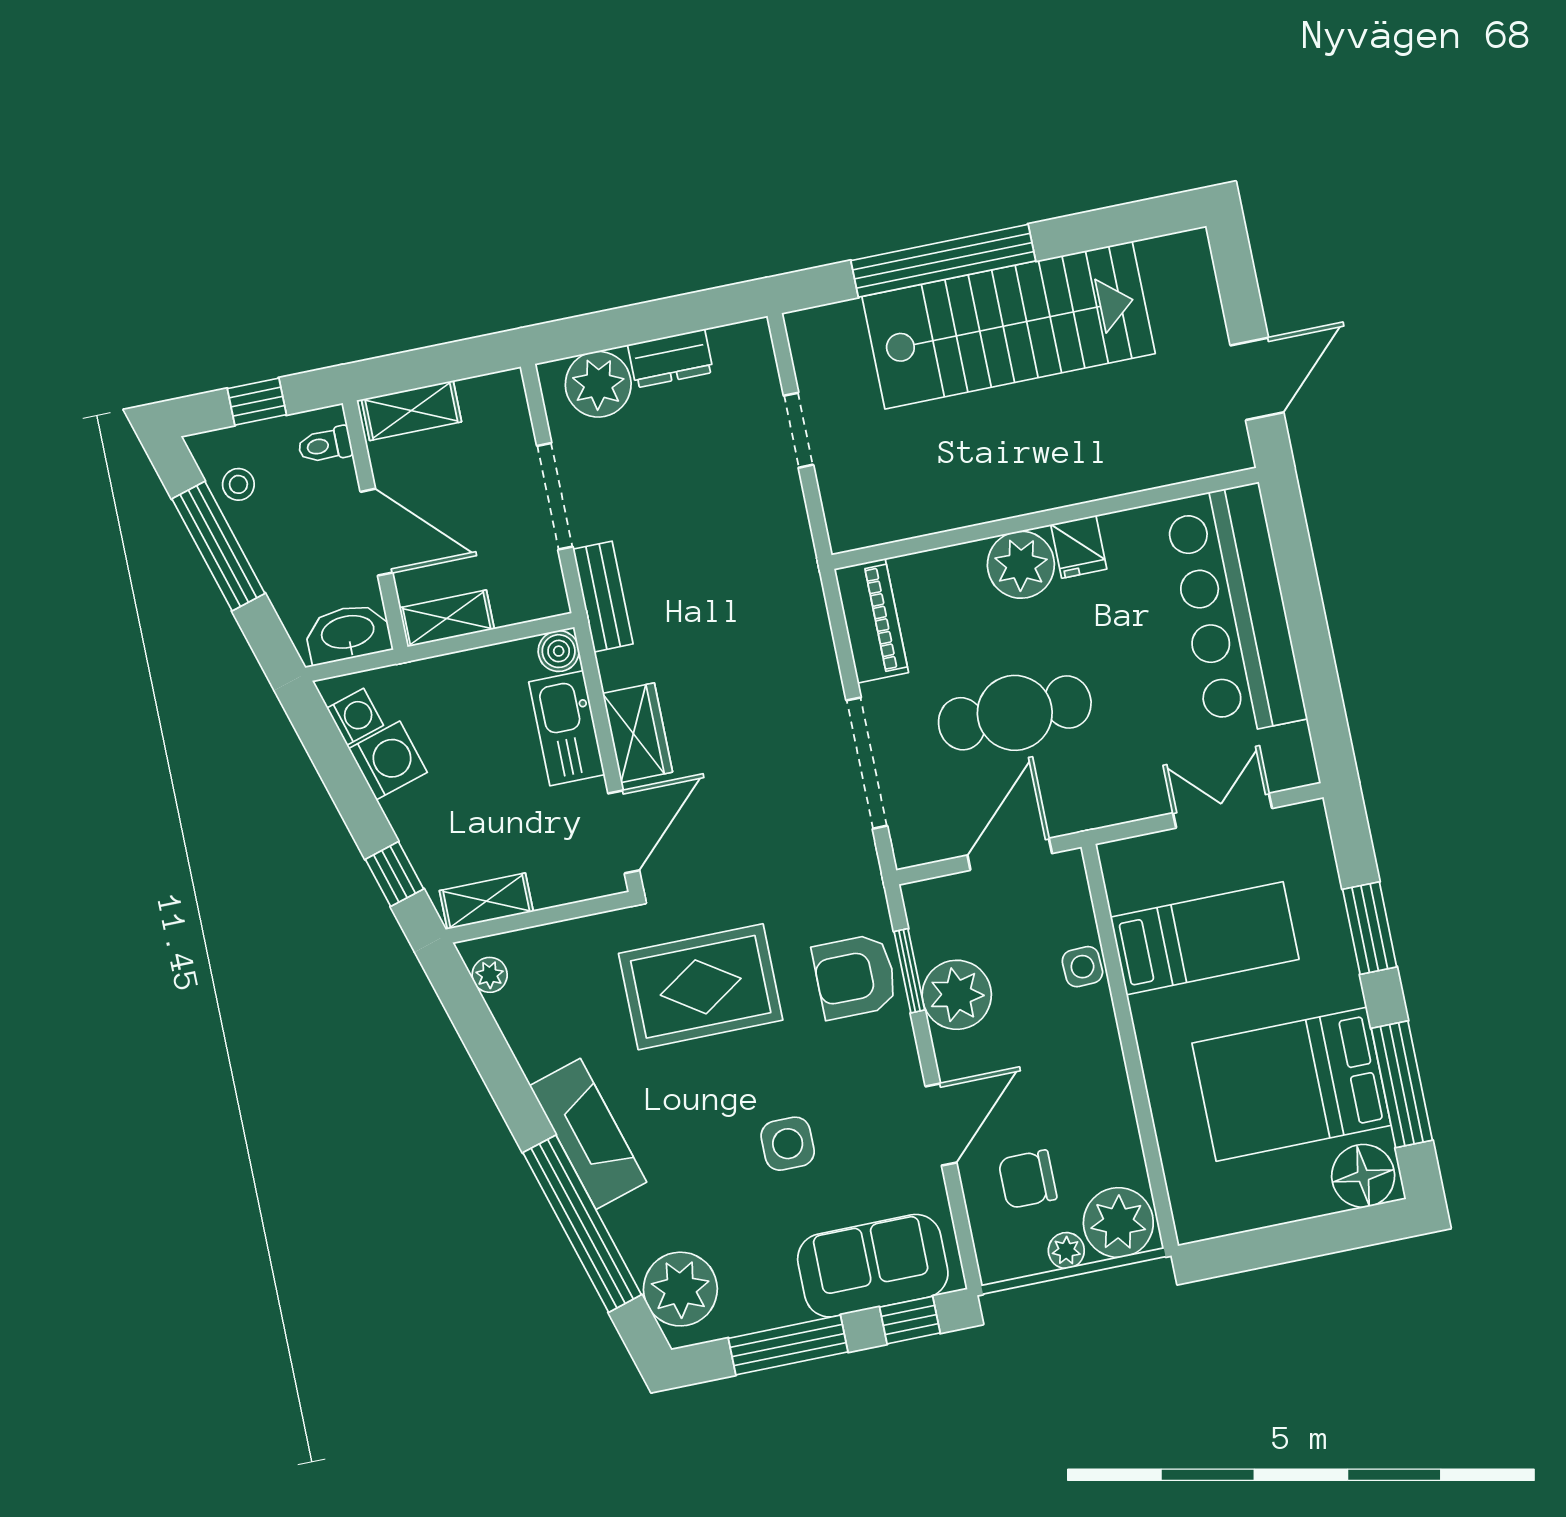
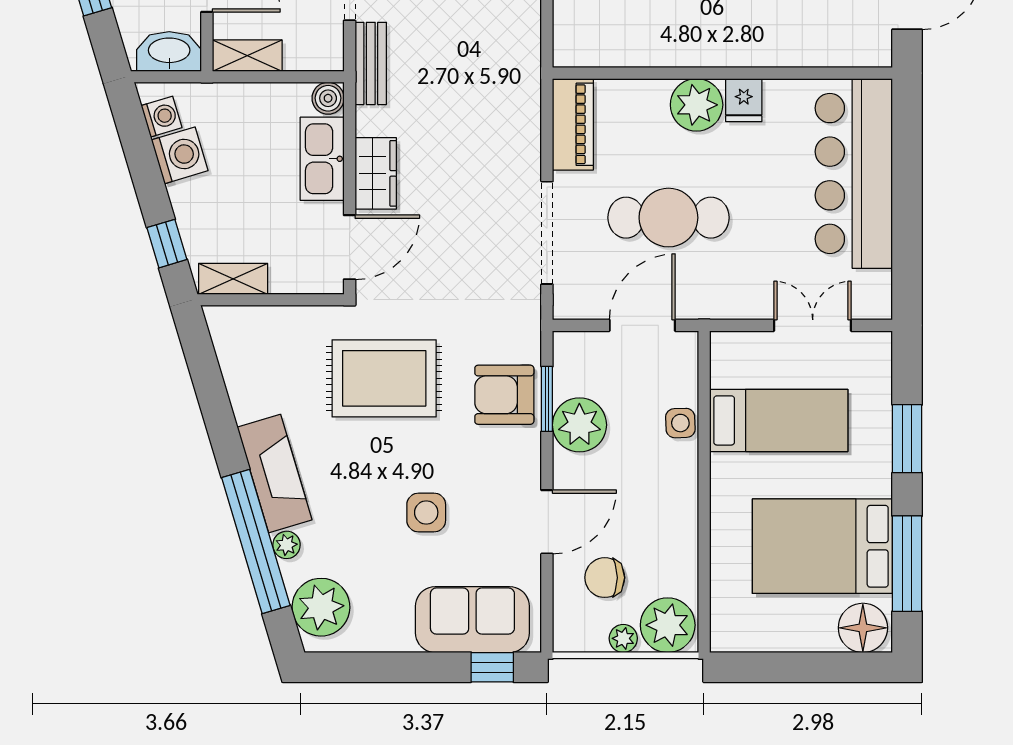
plant: (490, 975) -> (286, 545), moved
window: (788, 1345) -> (395, 667), removed

